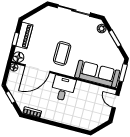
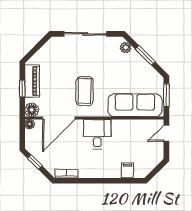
door: (116, 101) -> (166, 133), hinge flipped
filing cabinet: (79, 122) -> (127, 170), added

